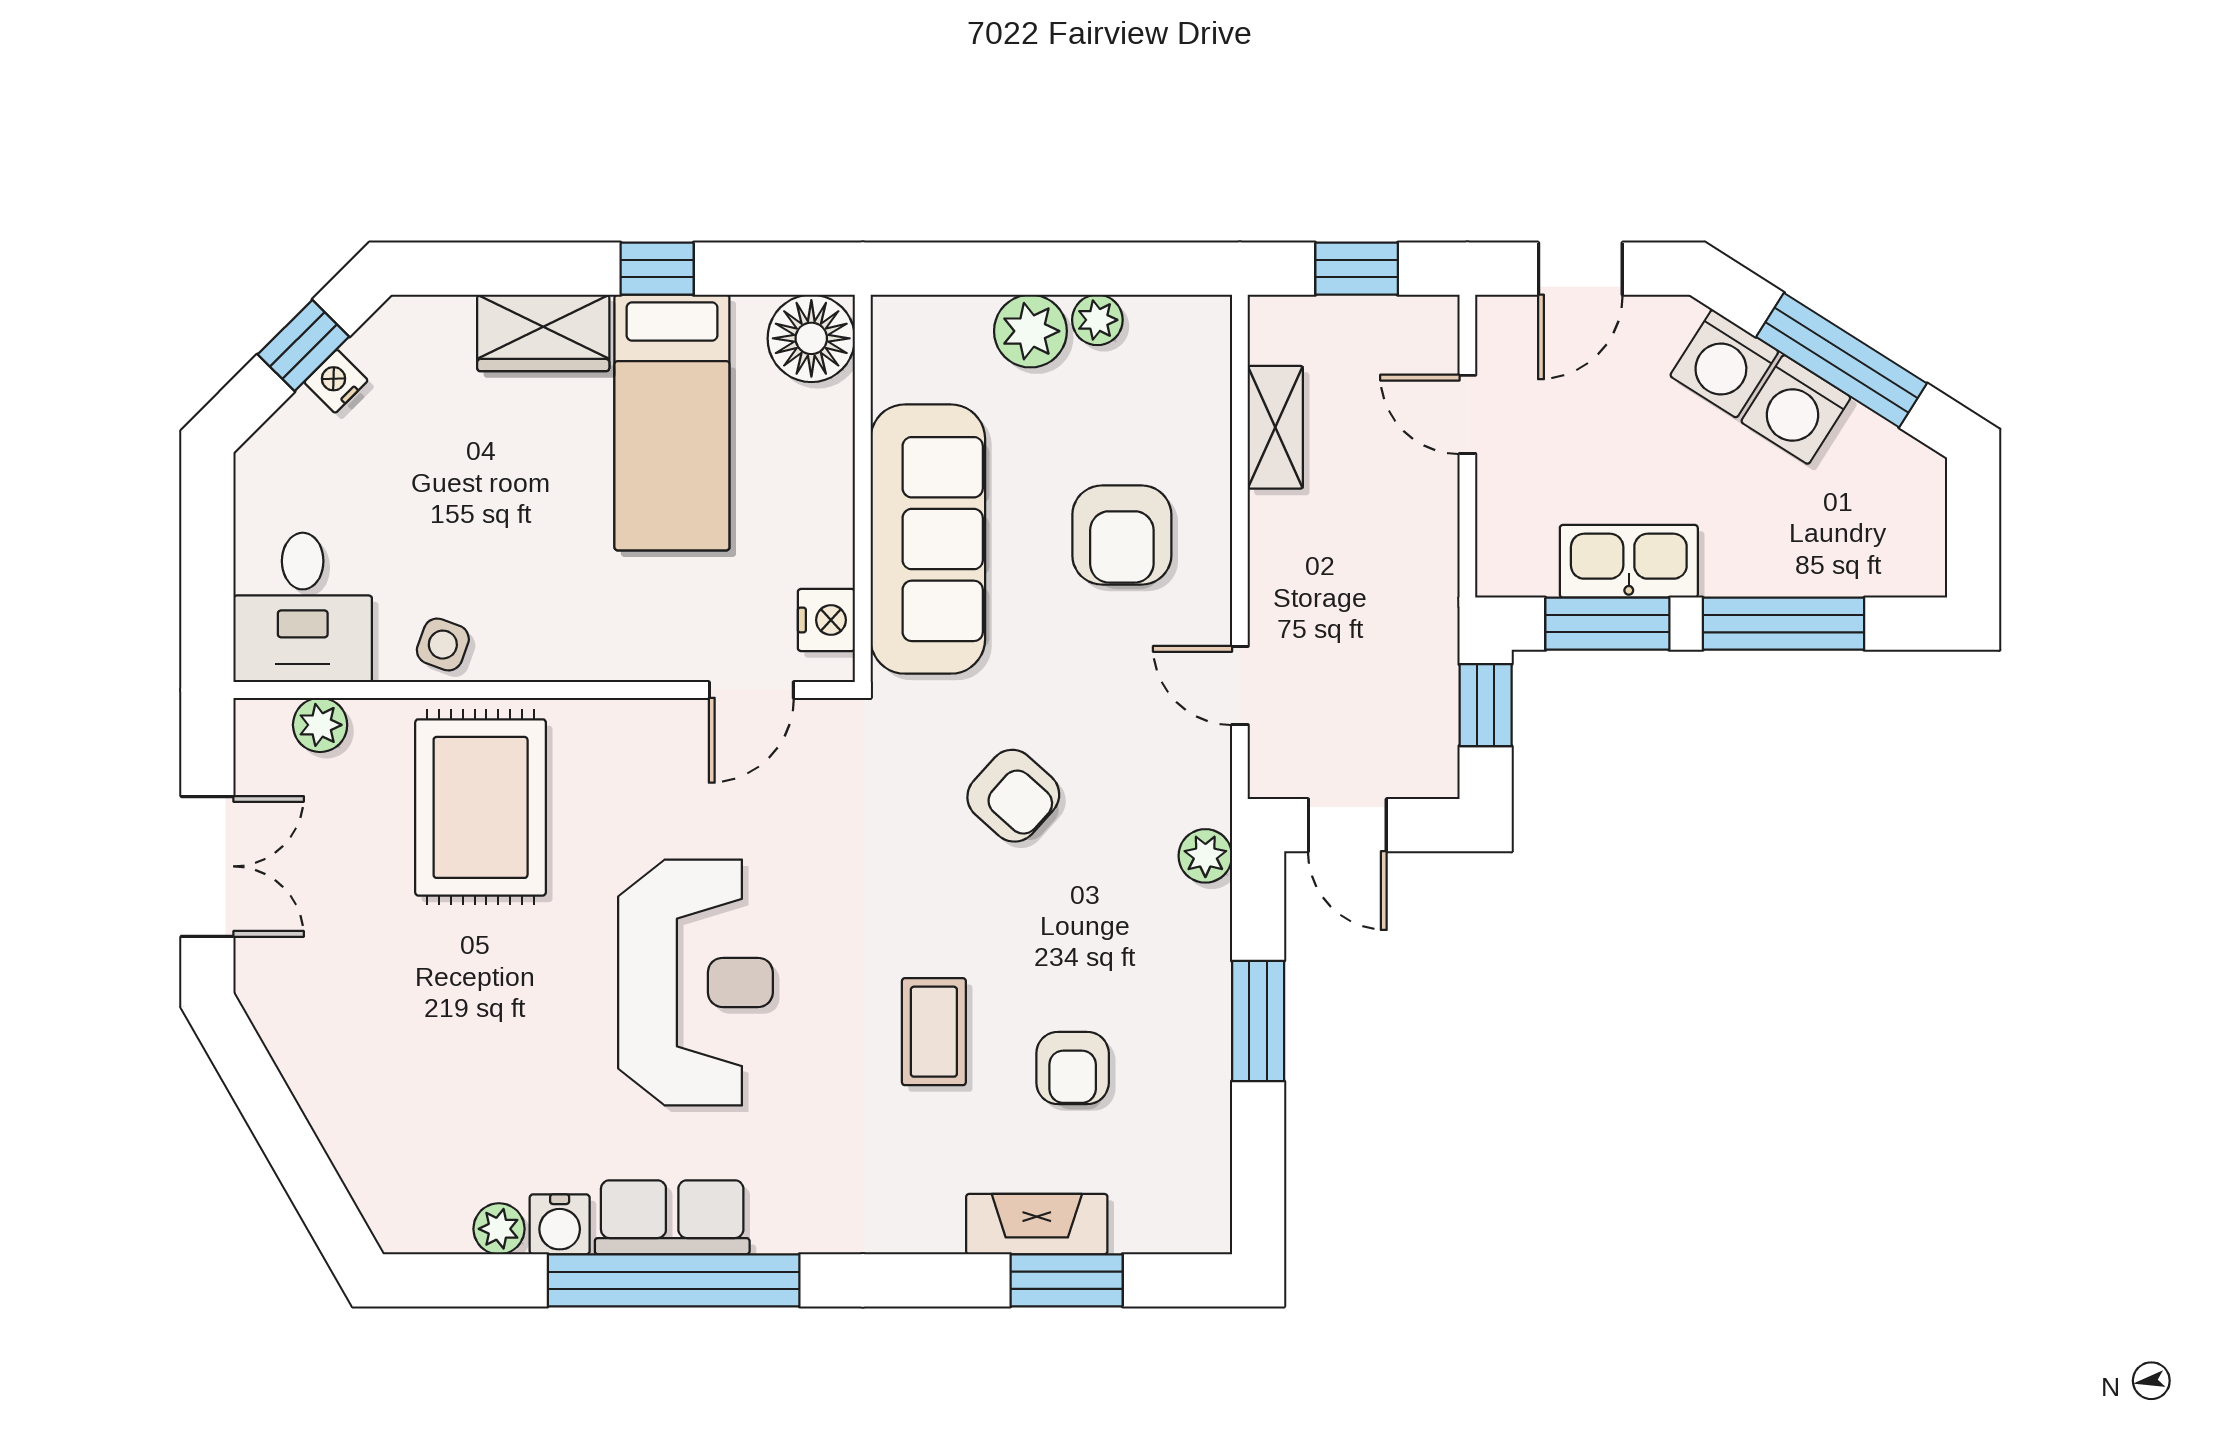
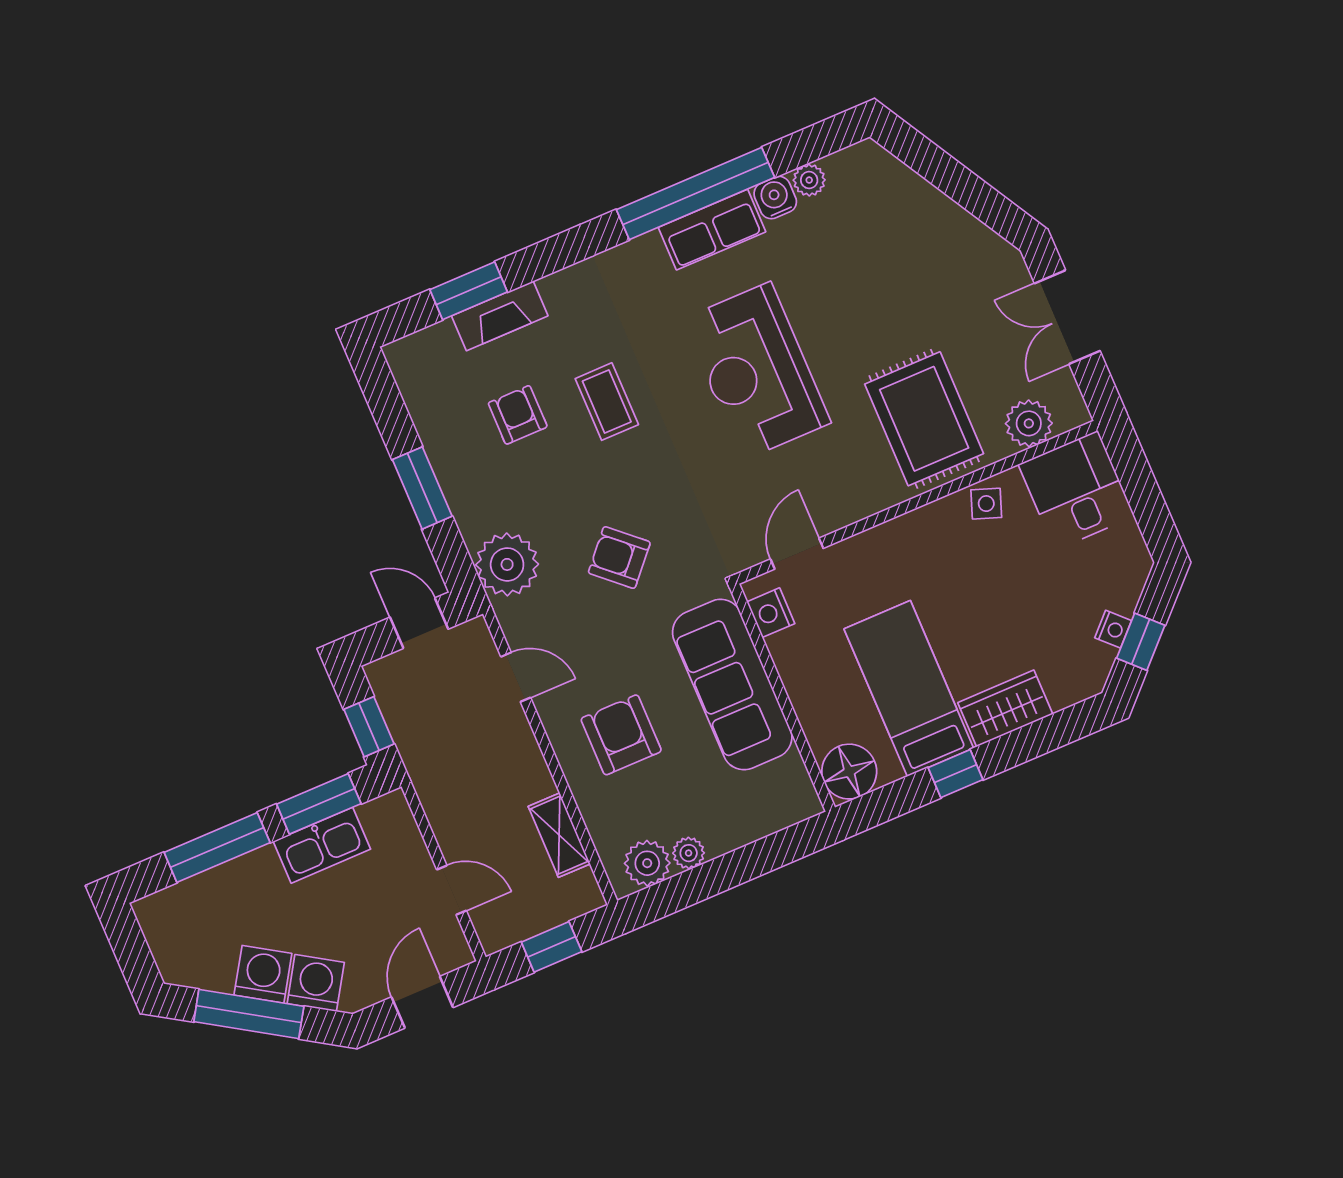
plant: (1030, 331) -> (647, 863), moved
plant: (320, 725) -> (1029, 423), width x1.38, depth x1.38
plant: (1205, 856) -> (507, 564), width x1.88, depth x1.88

